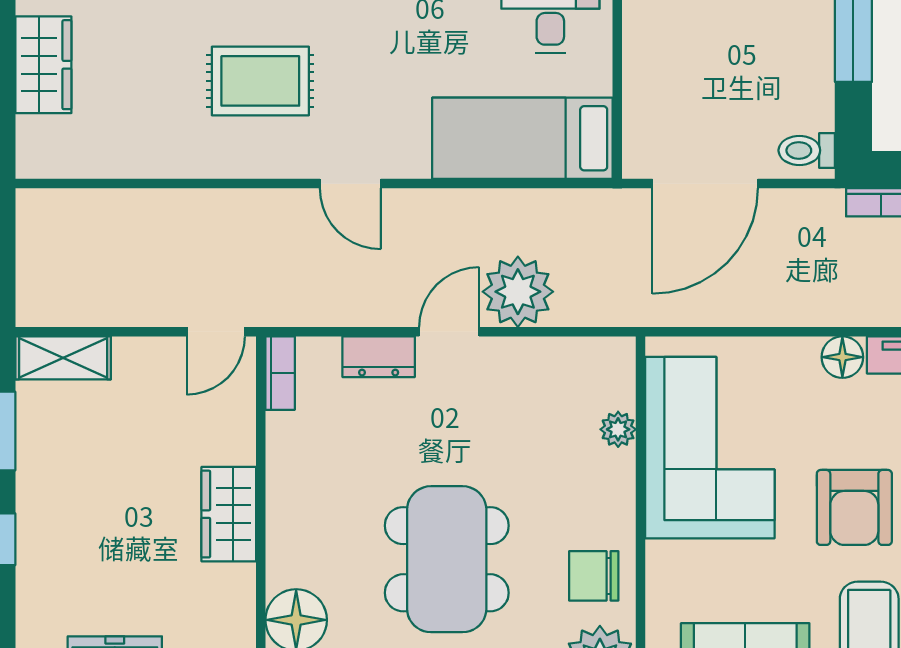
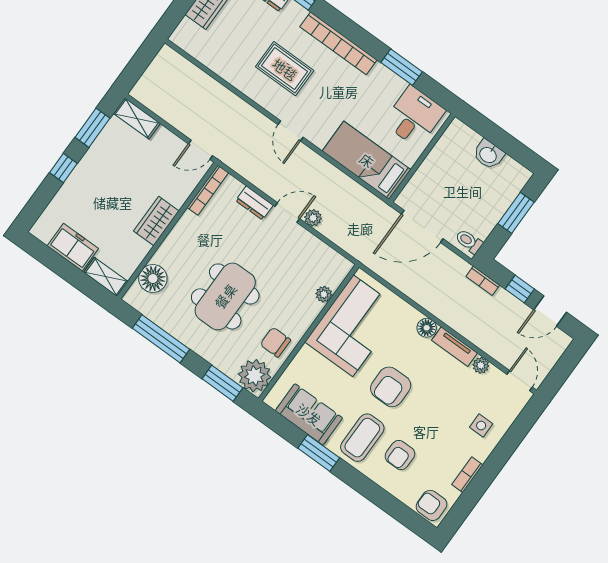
plant: (518, 292) -> (313, 218), width x0.53, depth x0.53
bookcase: (280, 373) -> (208, 190), width x1.56

